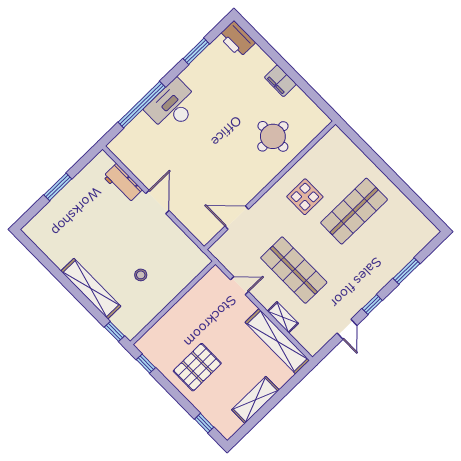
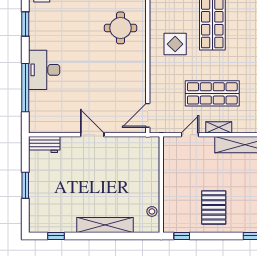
workbench: (123, 183) -> (44, 145), moved
door: (237, 218) -> (148, 115), moved
stool: (141, 275) -> (152, 211), moved
shelving: (283, 317) -> (219, 127), moved
window: (114, 331) -> (56, 236), moved

